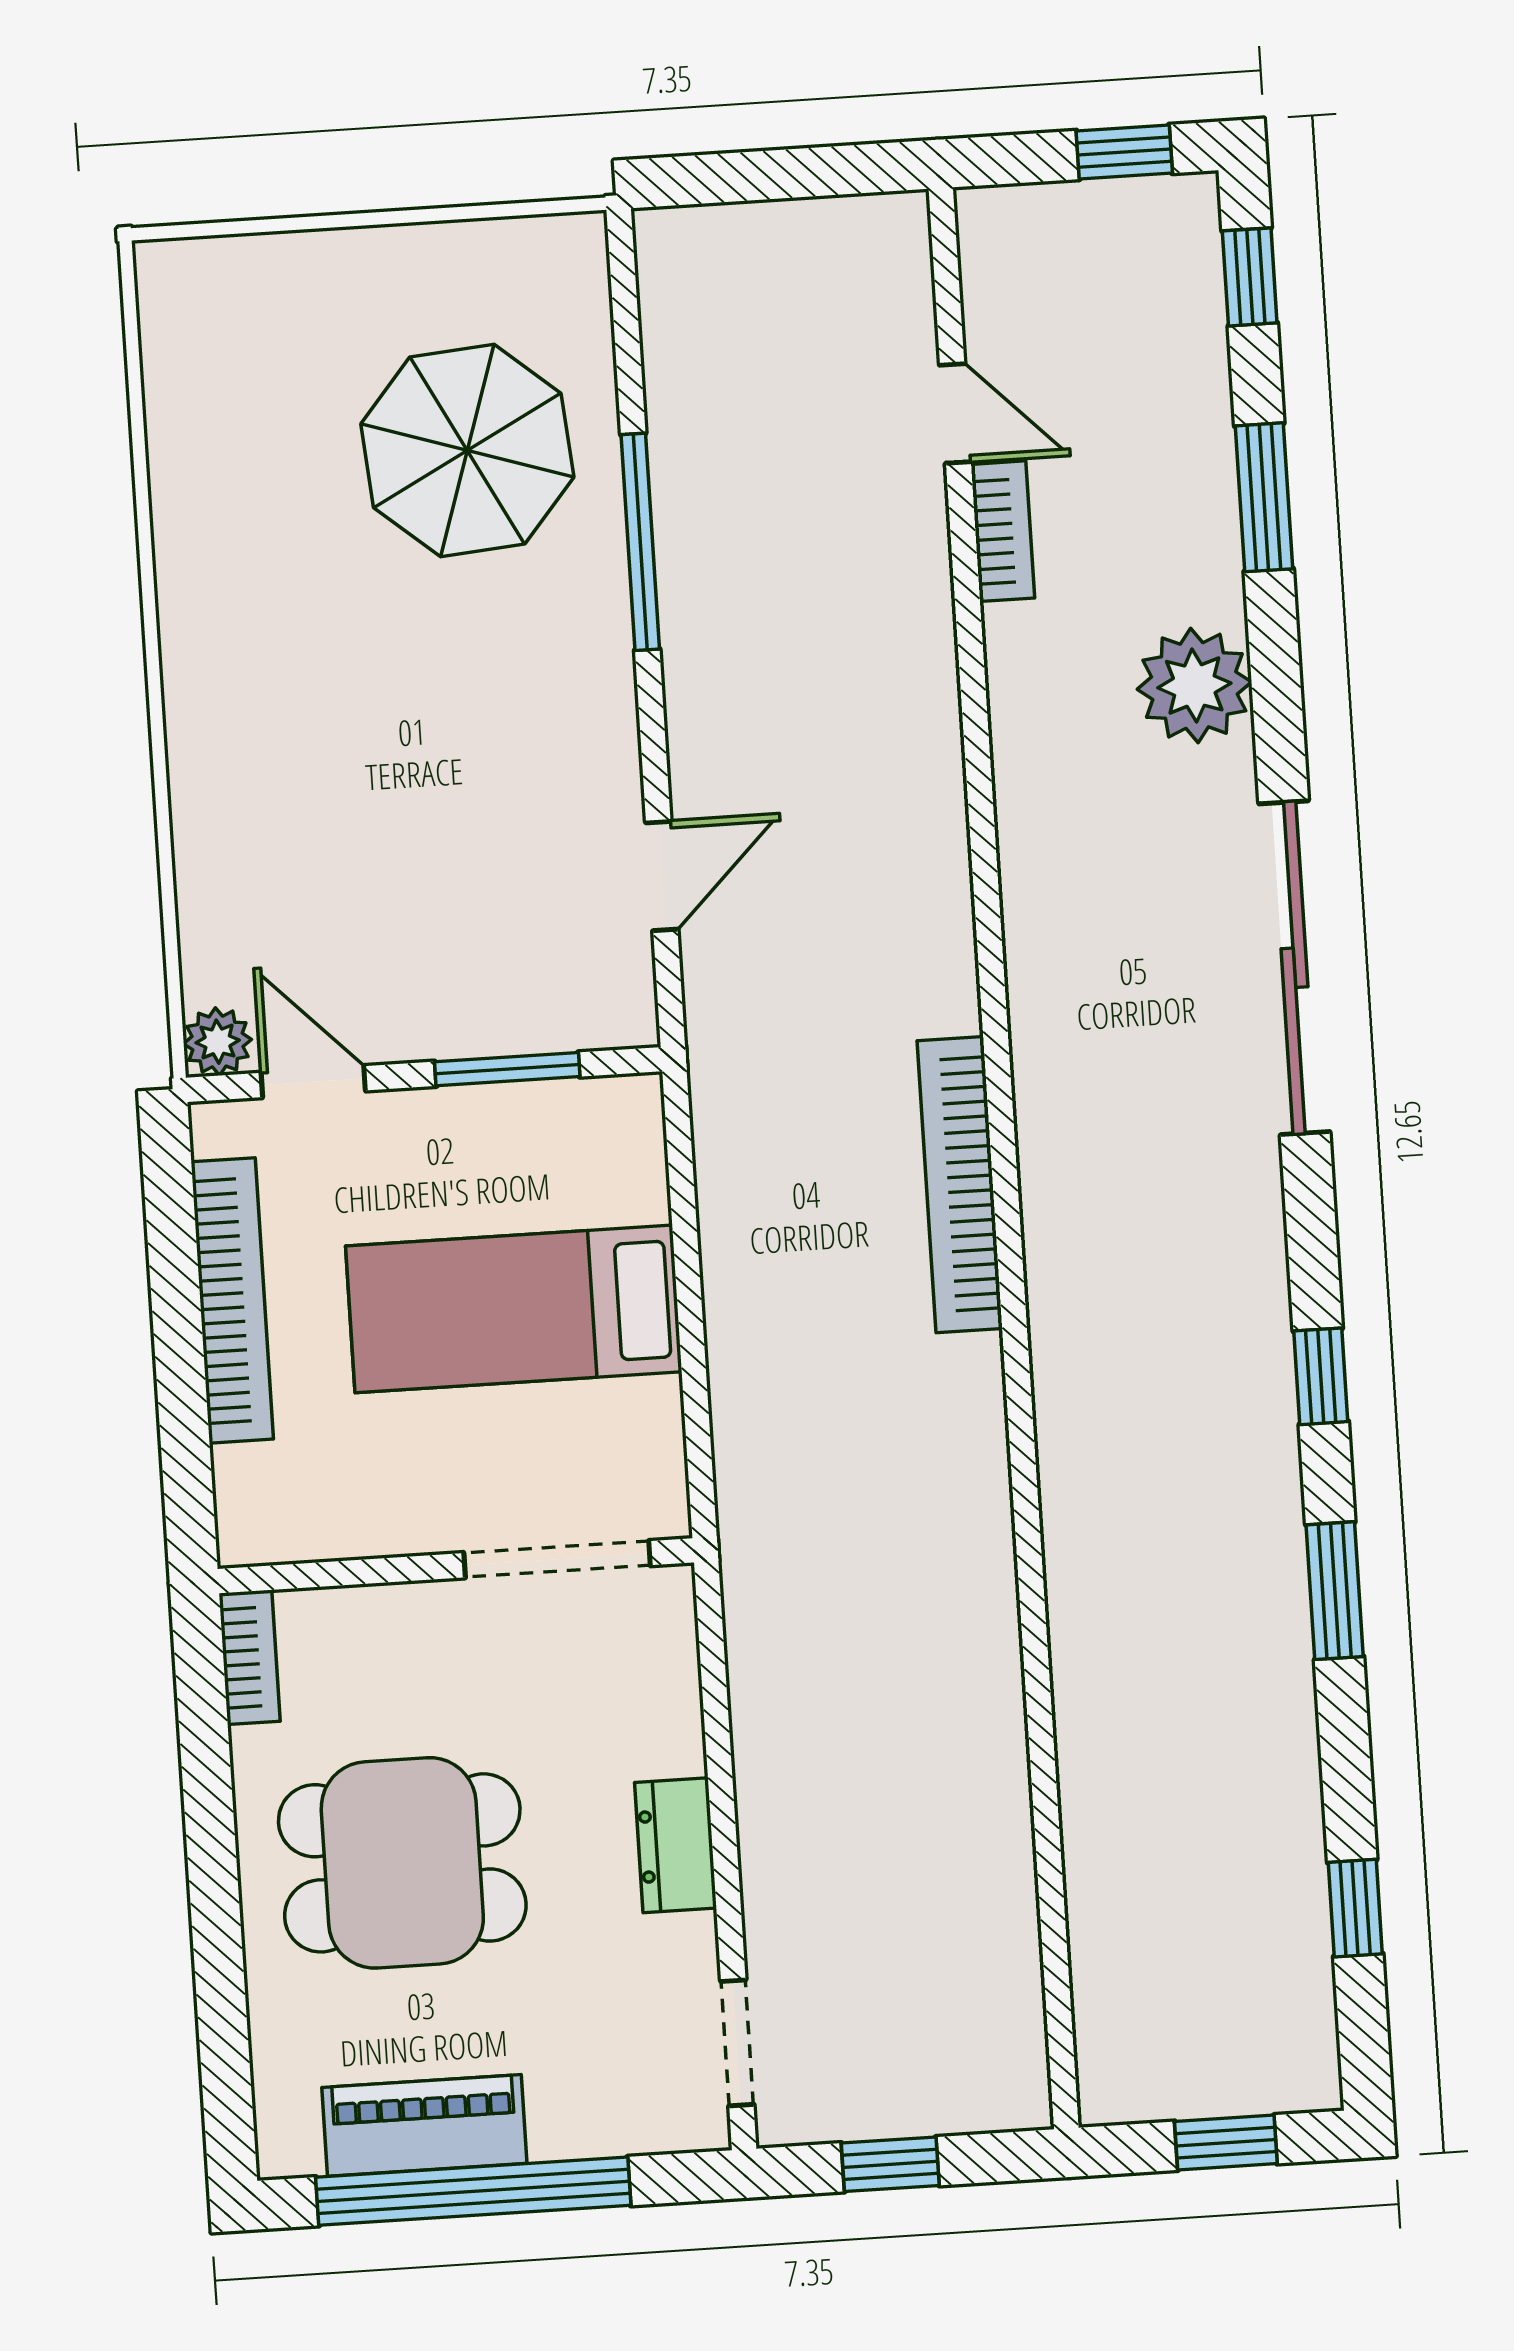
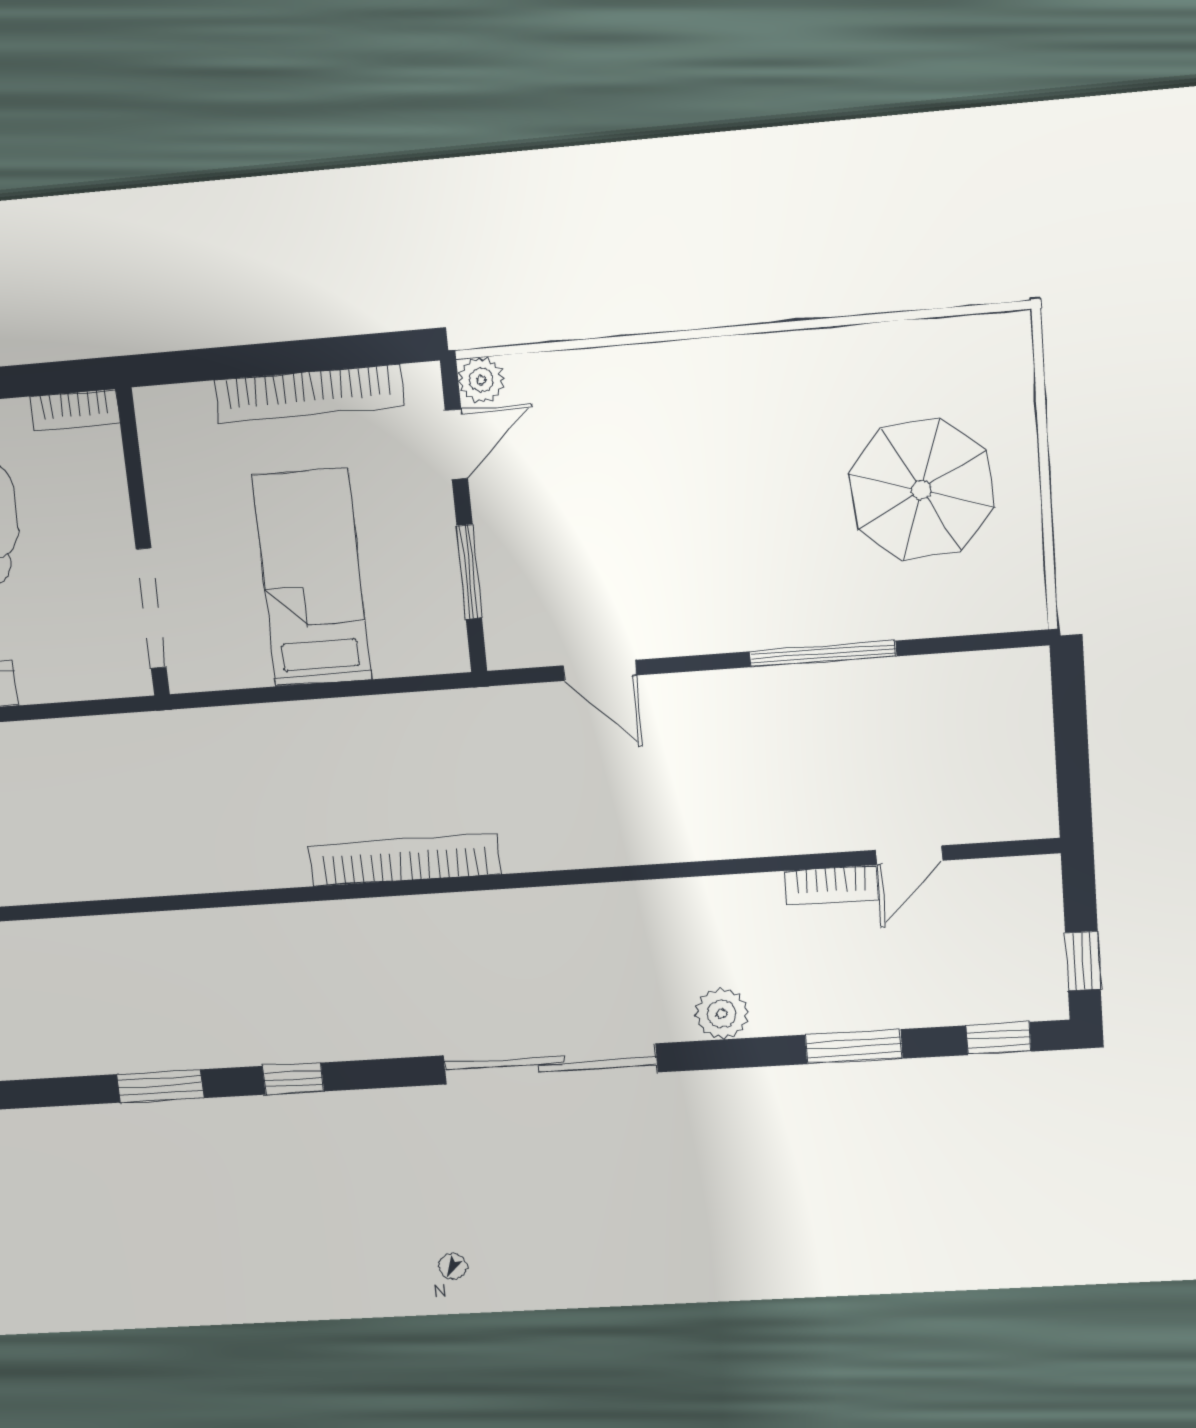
parasol: (467, 451) -> (921, 490), moved
plant: (1194, 686) -> (722, 1014), width x0.73, depth x0.73

